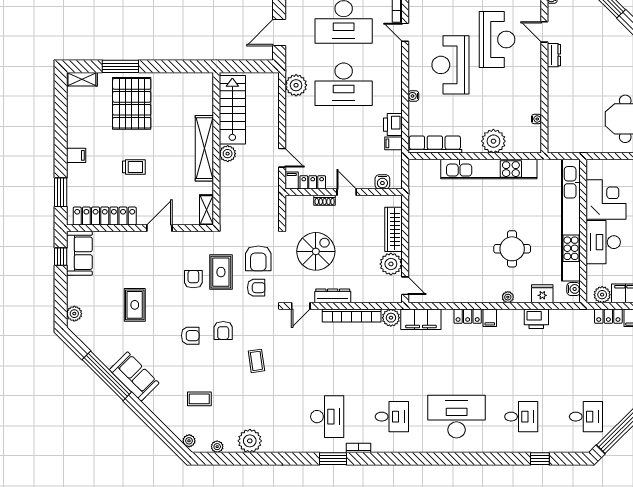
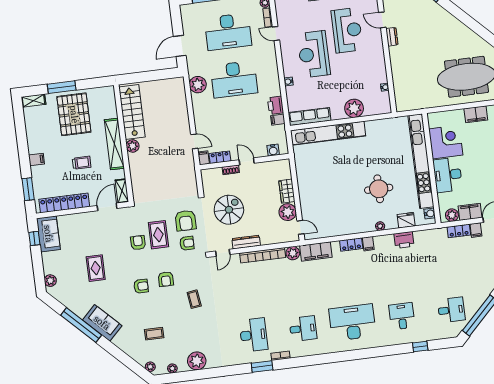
stairs: (232, 110) -> (132, 112), moved
shelving: (204, 148) -> (114, 144), moved
wall: (216, 149) -> (124, 143), moved
plant: (228, 154) -> (133, 146), moved
kitchen unit: (489, 169) -> (328, 133), moved
shelving: (206, 210) -> (122, 191), moved
wardrobe: (393, 229) -> (287, 191), width x0.67
desk: (521, 417) -> (402, 316), turned -90

